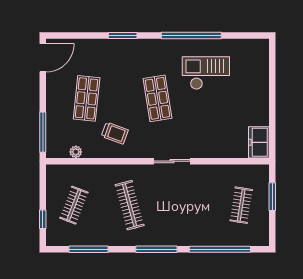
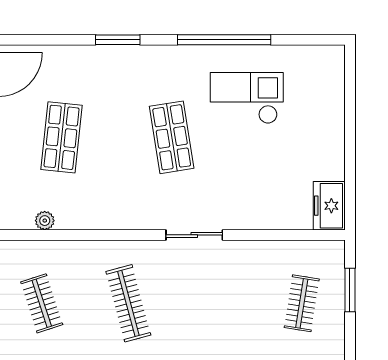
trolley: (115, 133) -> (105, 191), removed
clothes rail: (74, 205) -> (42, 303), turned -39

